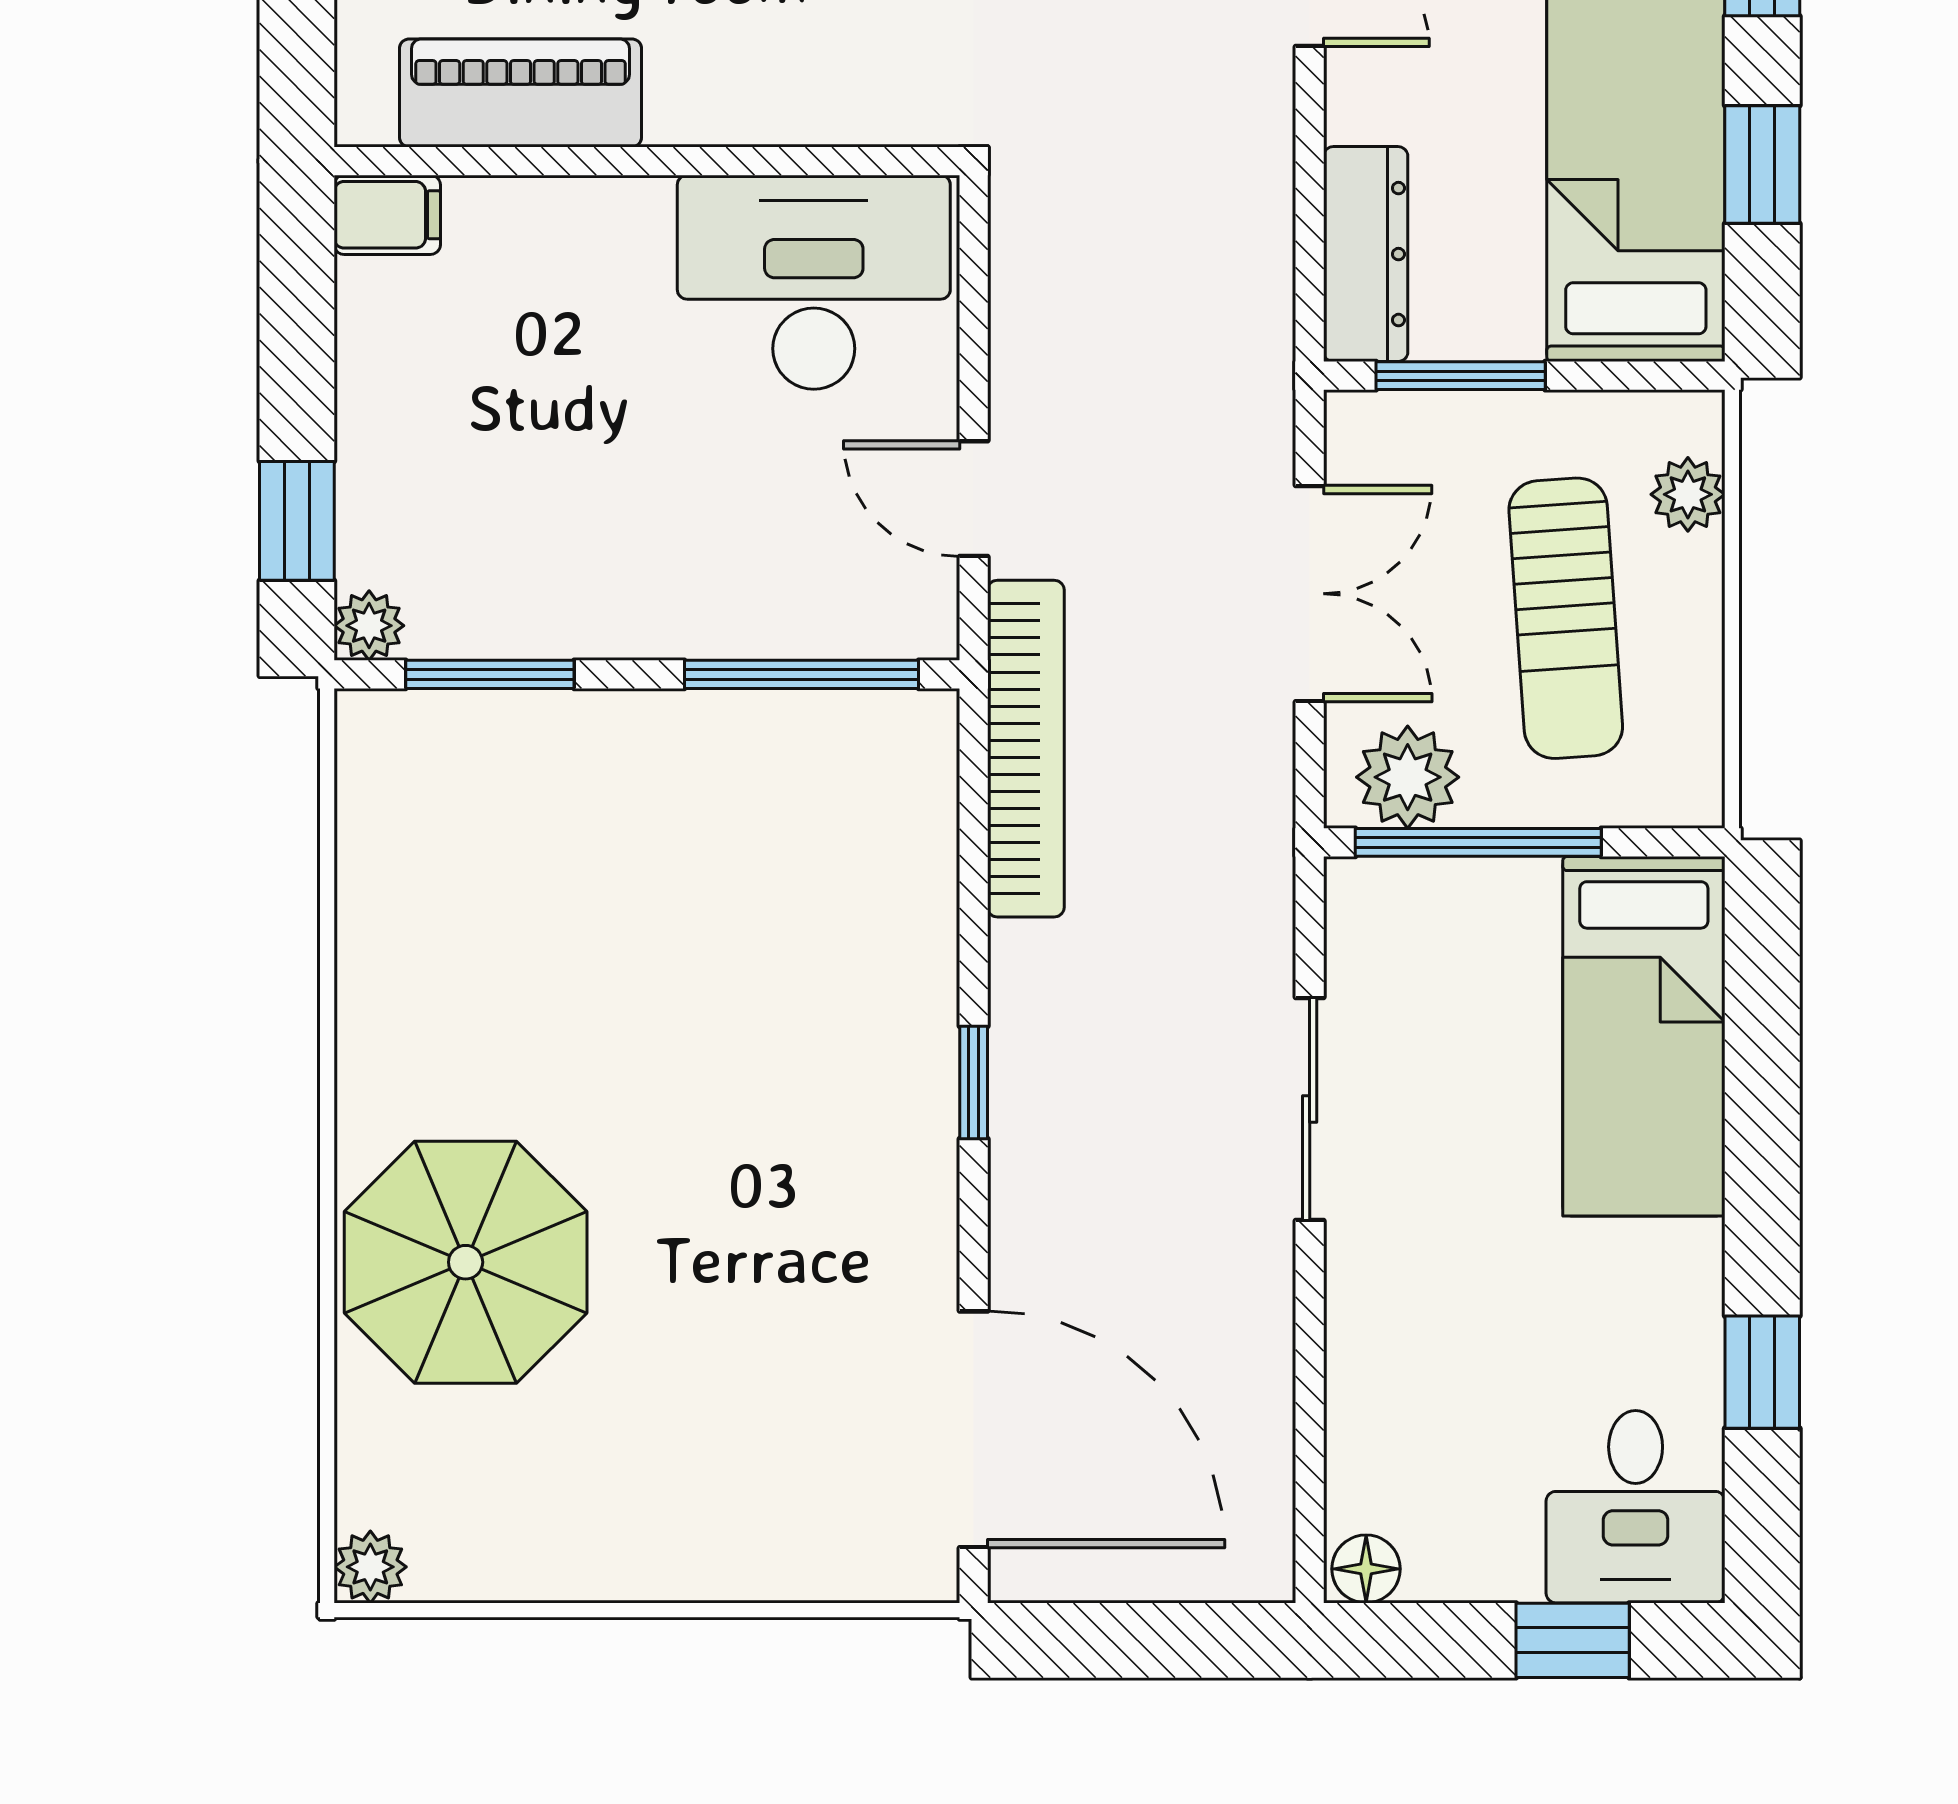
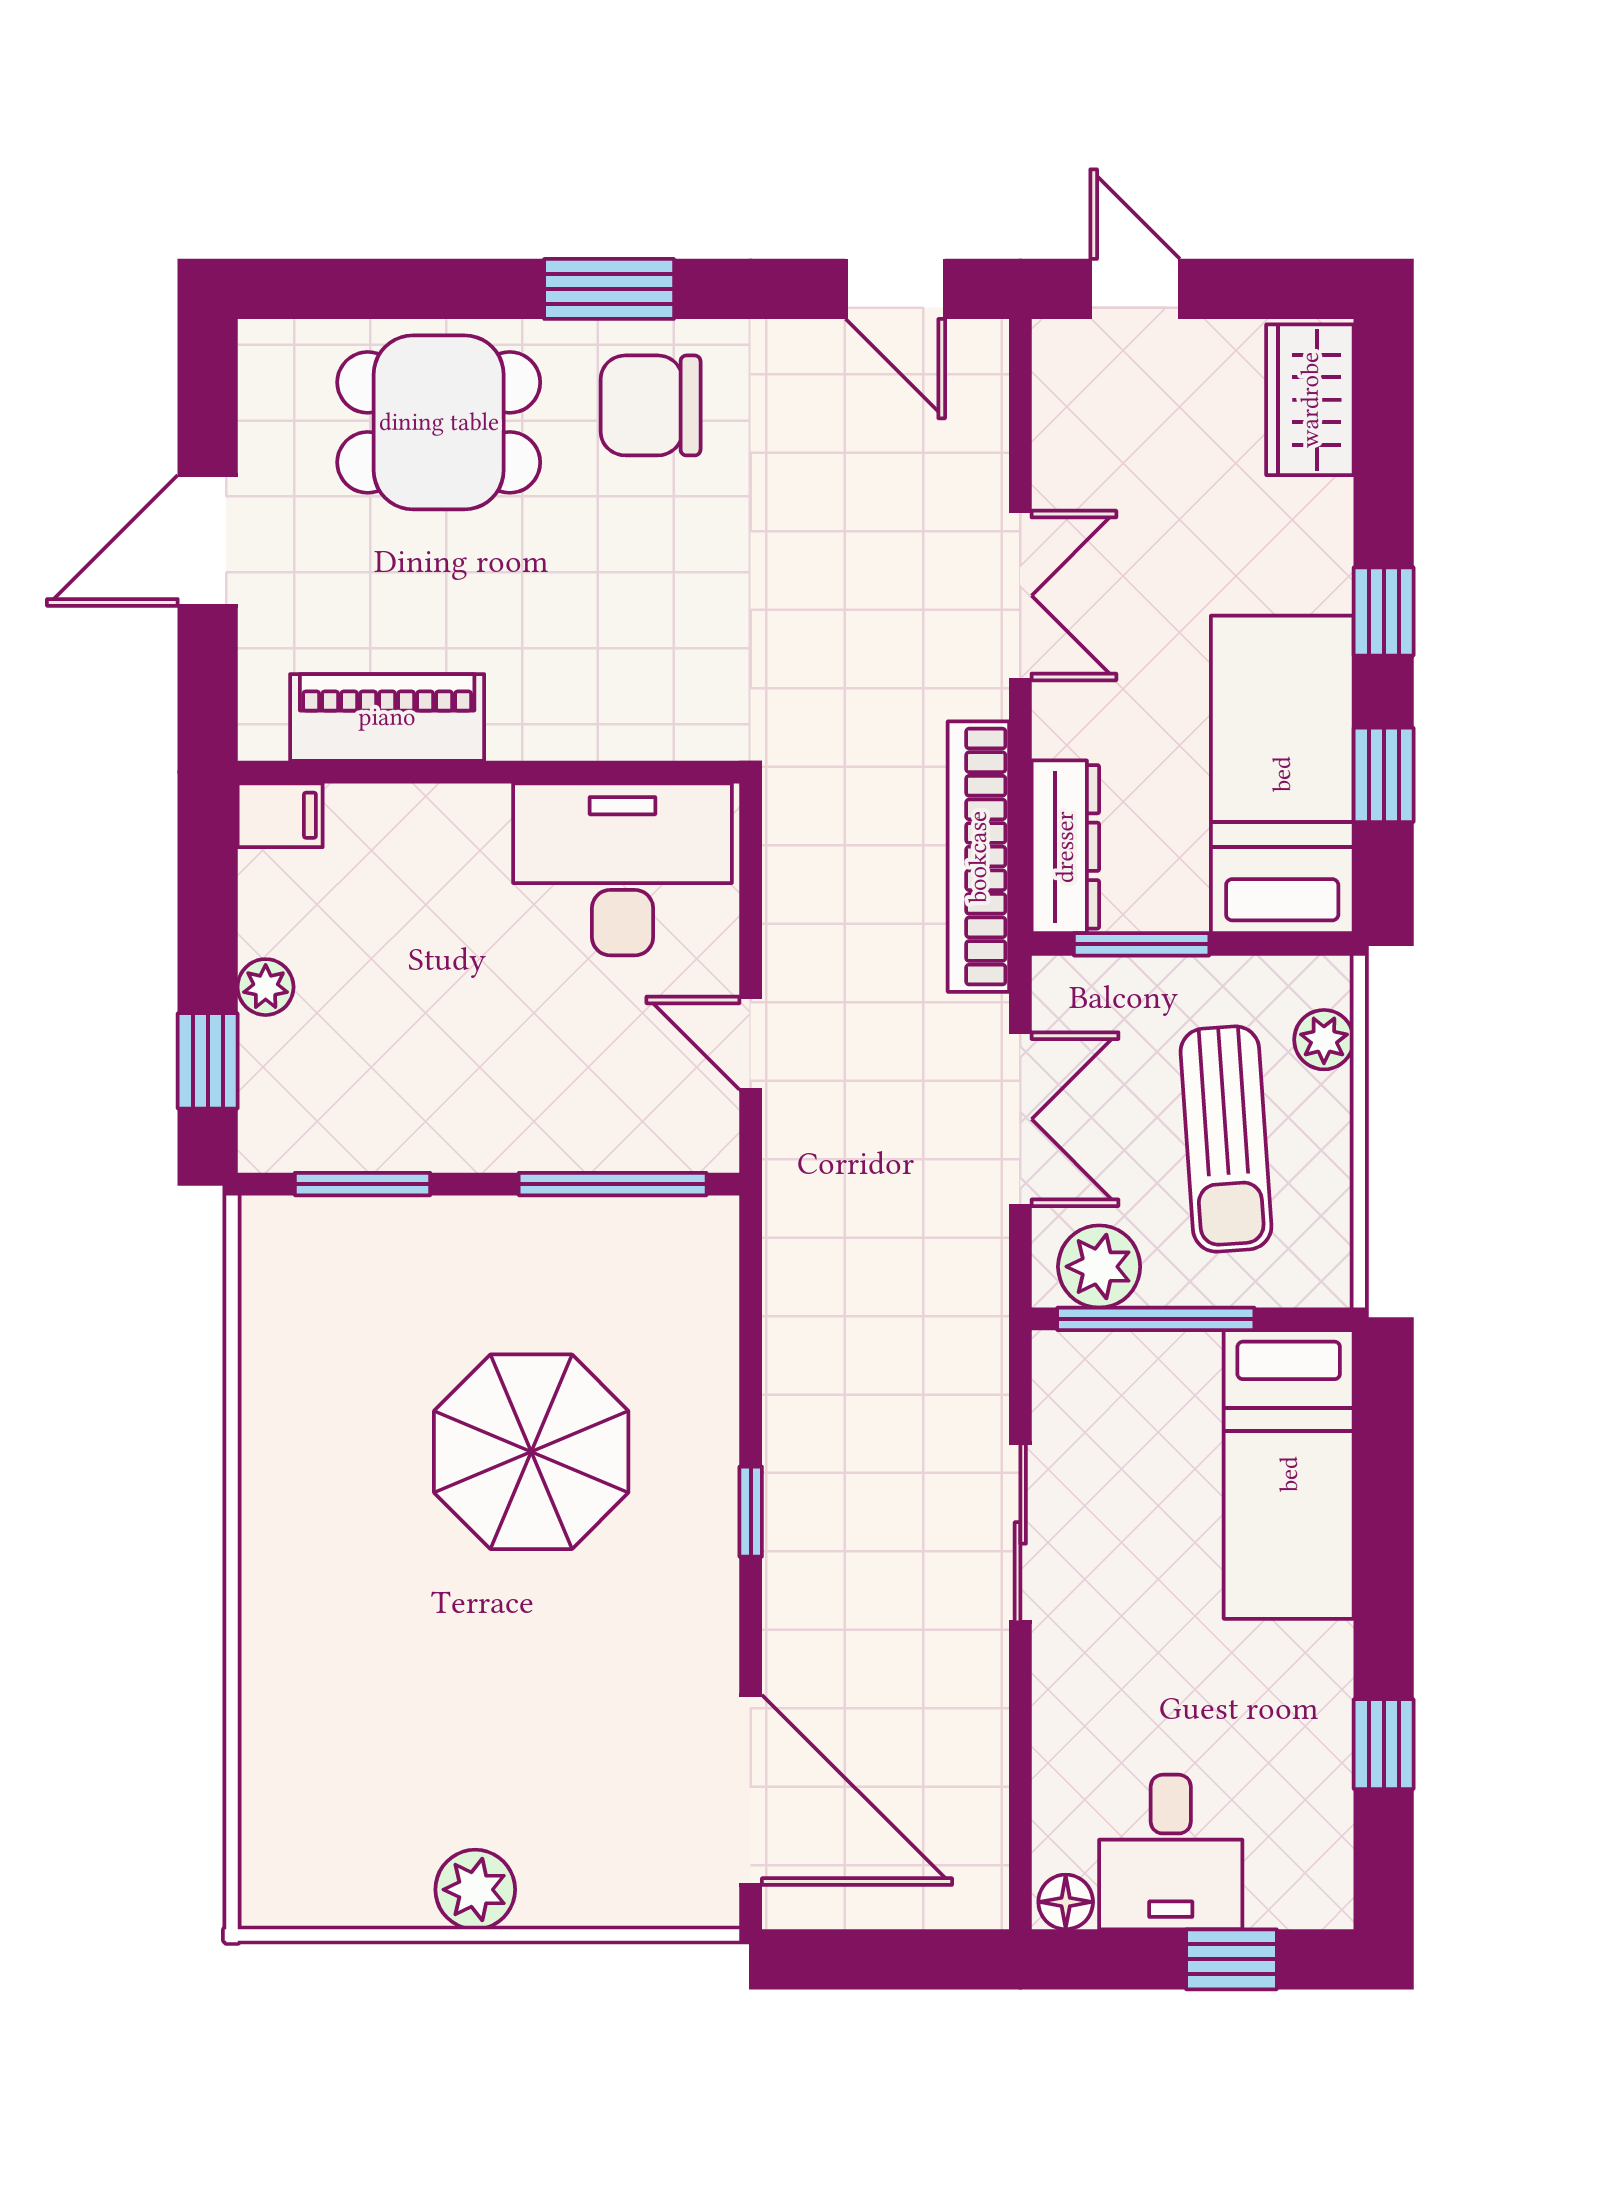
plant: (369, 626) -> (266, 987), moved
bookcase: (1026, 749) -> (978, 857), moved, turned 180
parasol: (466, 1262) -> (531, 1452), moved
desk: (1636, 1507) -> (1171, 1852), moved
plant: (370, 1567) -> (475, 1890), moved, width x1.38, depth x1.38

